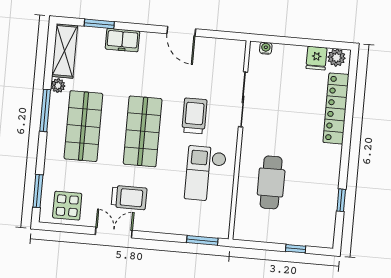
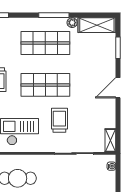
door: (181, 31) -> (118, 88), moved
freezer: (122, 40) -> (108, 65), removed
shelving: (229, 46) -> (110, 140), added
trolley: (194, 116) -> (59, 120), turned -90

